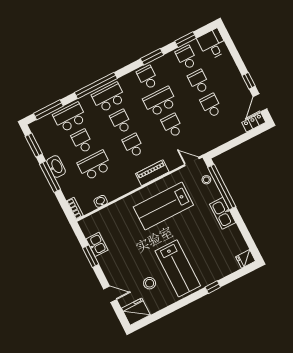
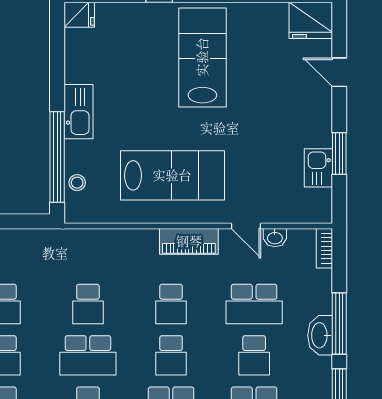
door: (192, 162) -> (246, 226), moved
piano: (152, 173) -> (189, 241), moved
stool: (150, 283) -> (263, 57), removed

